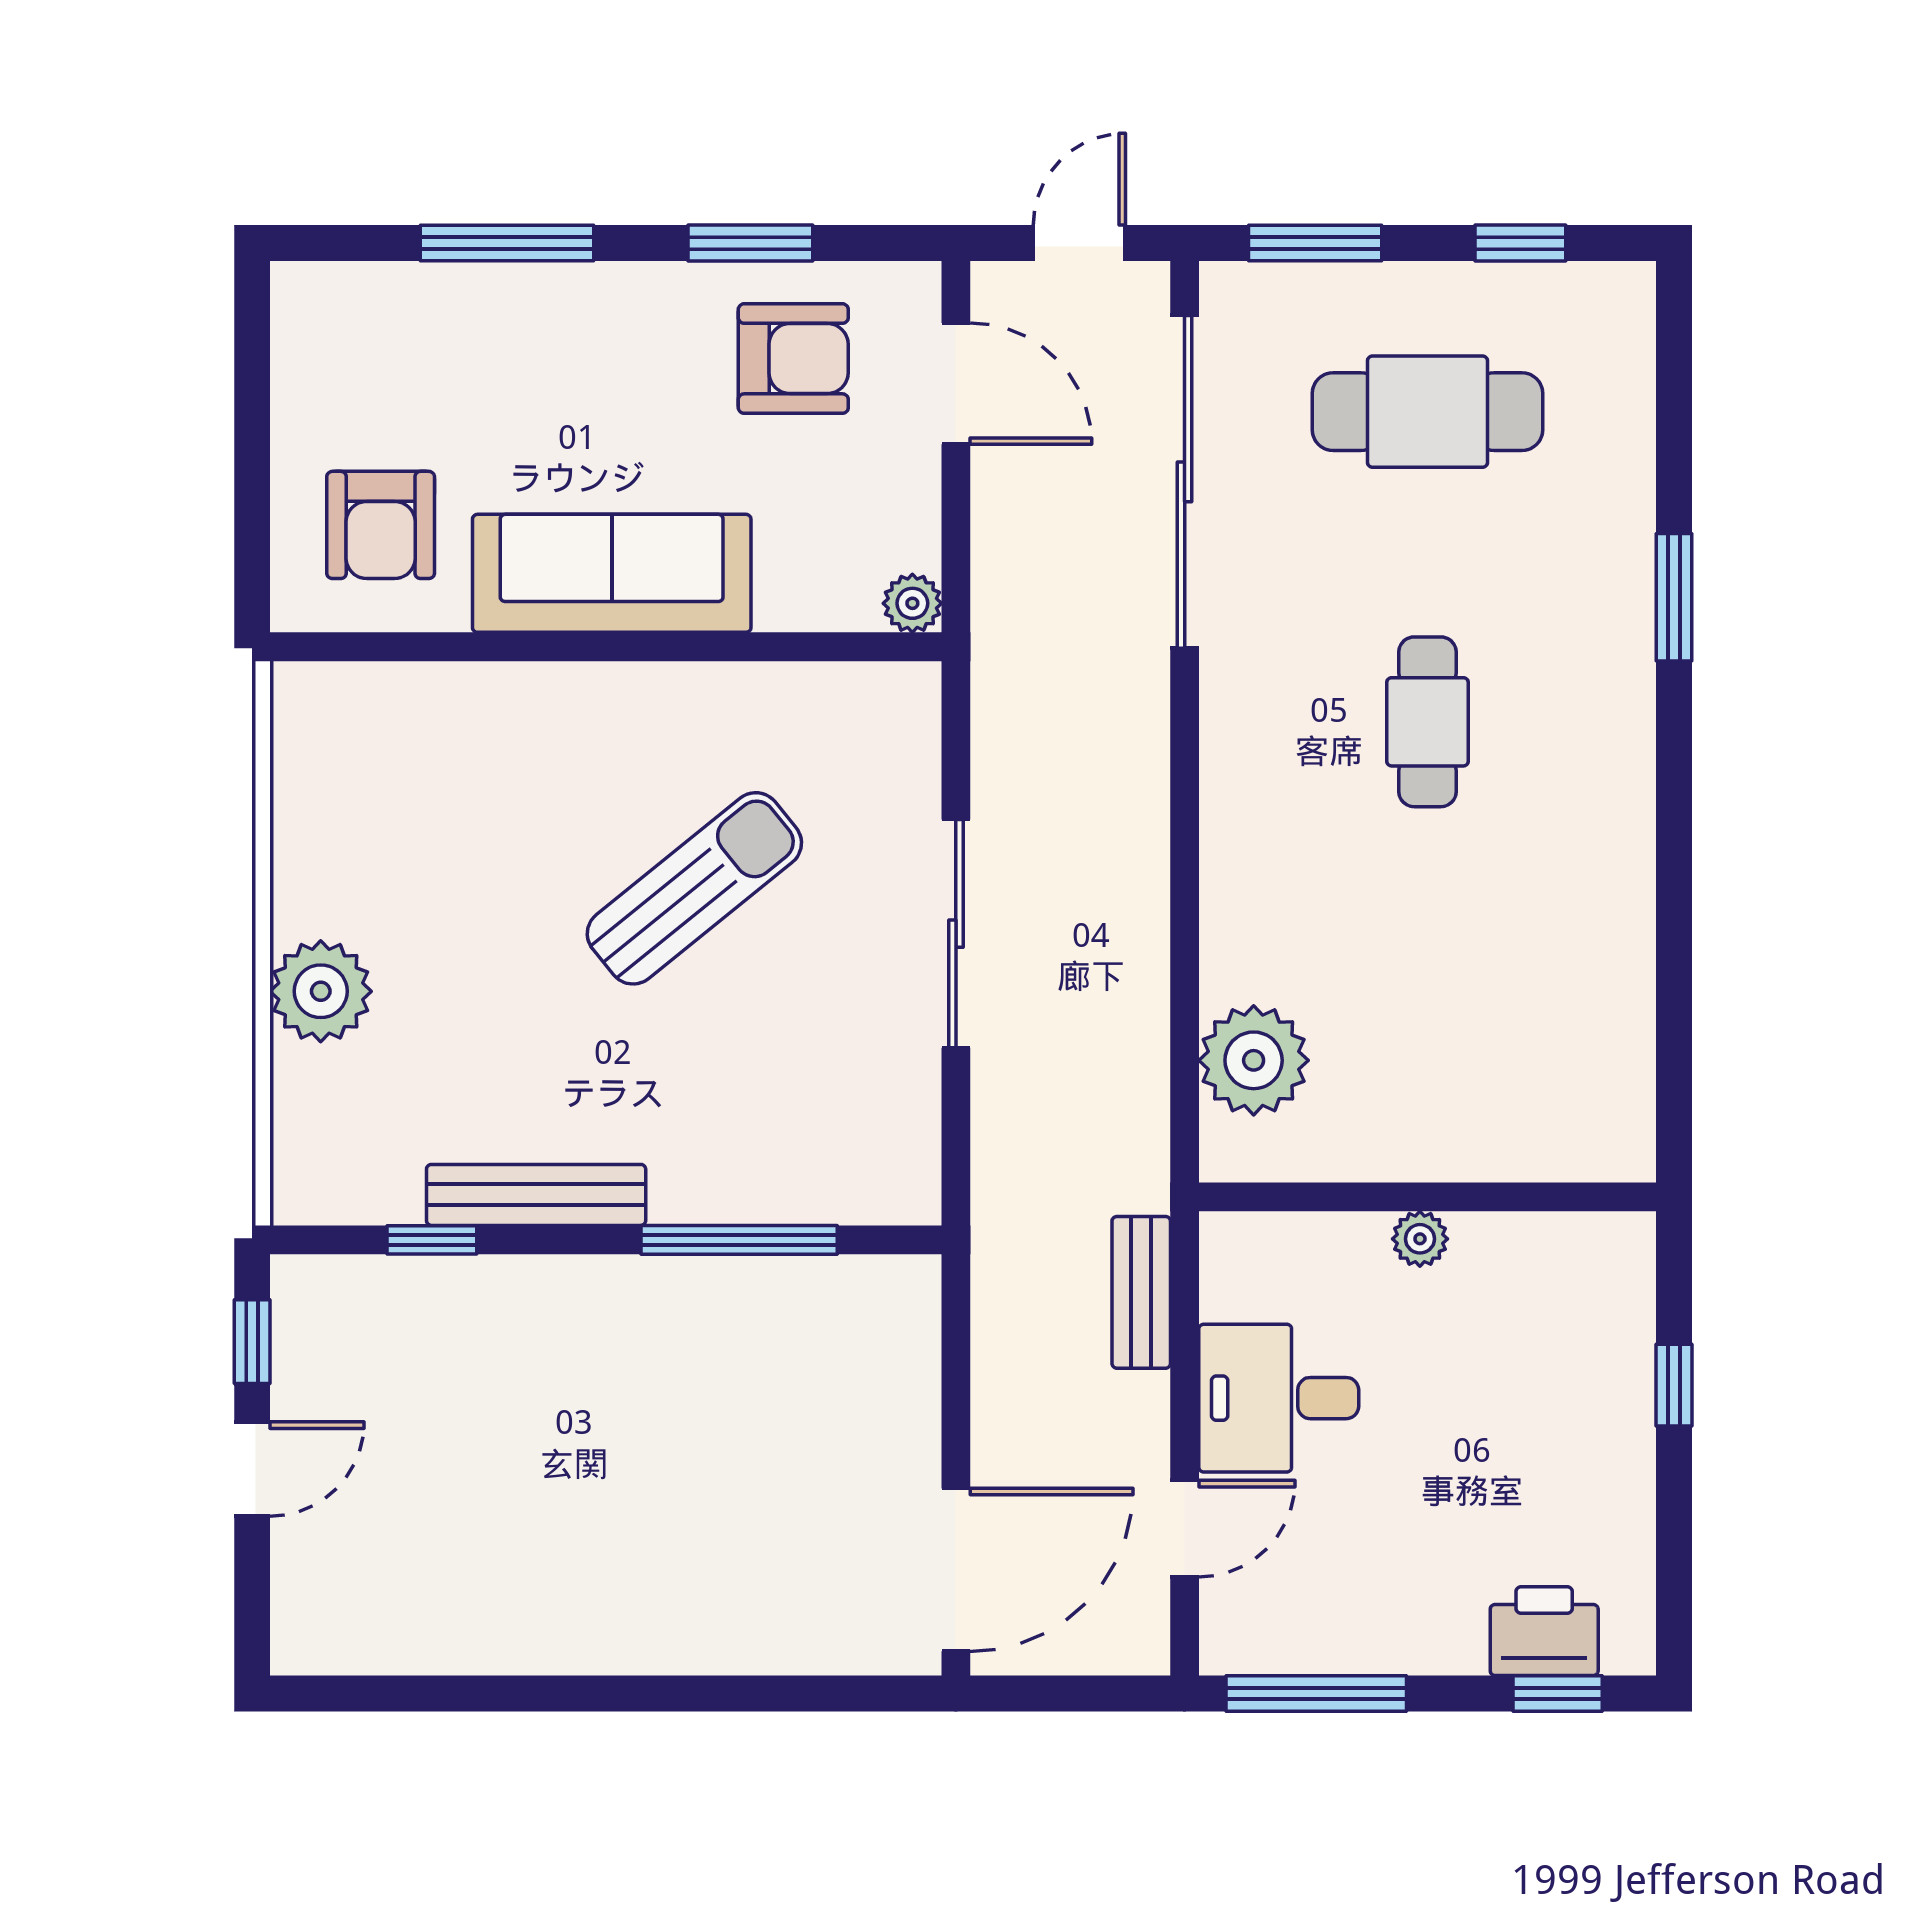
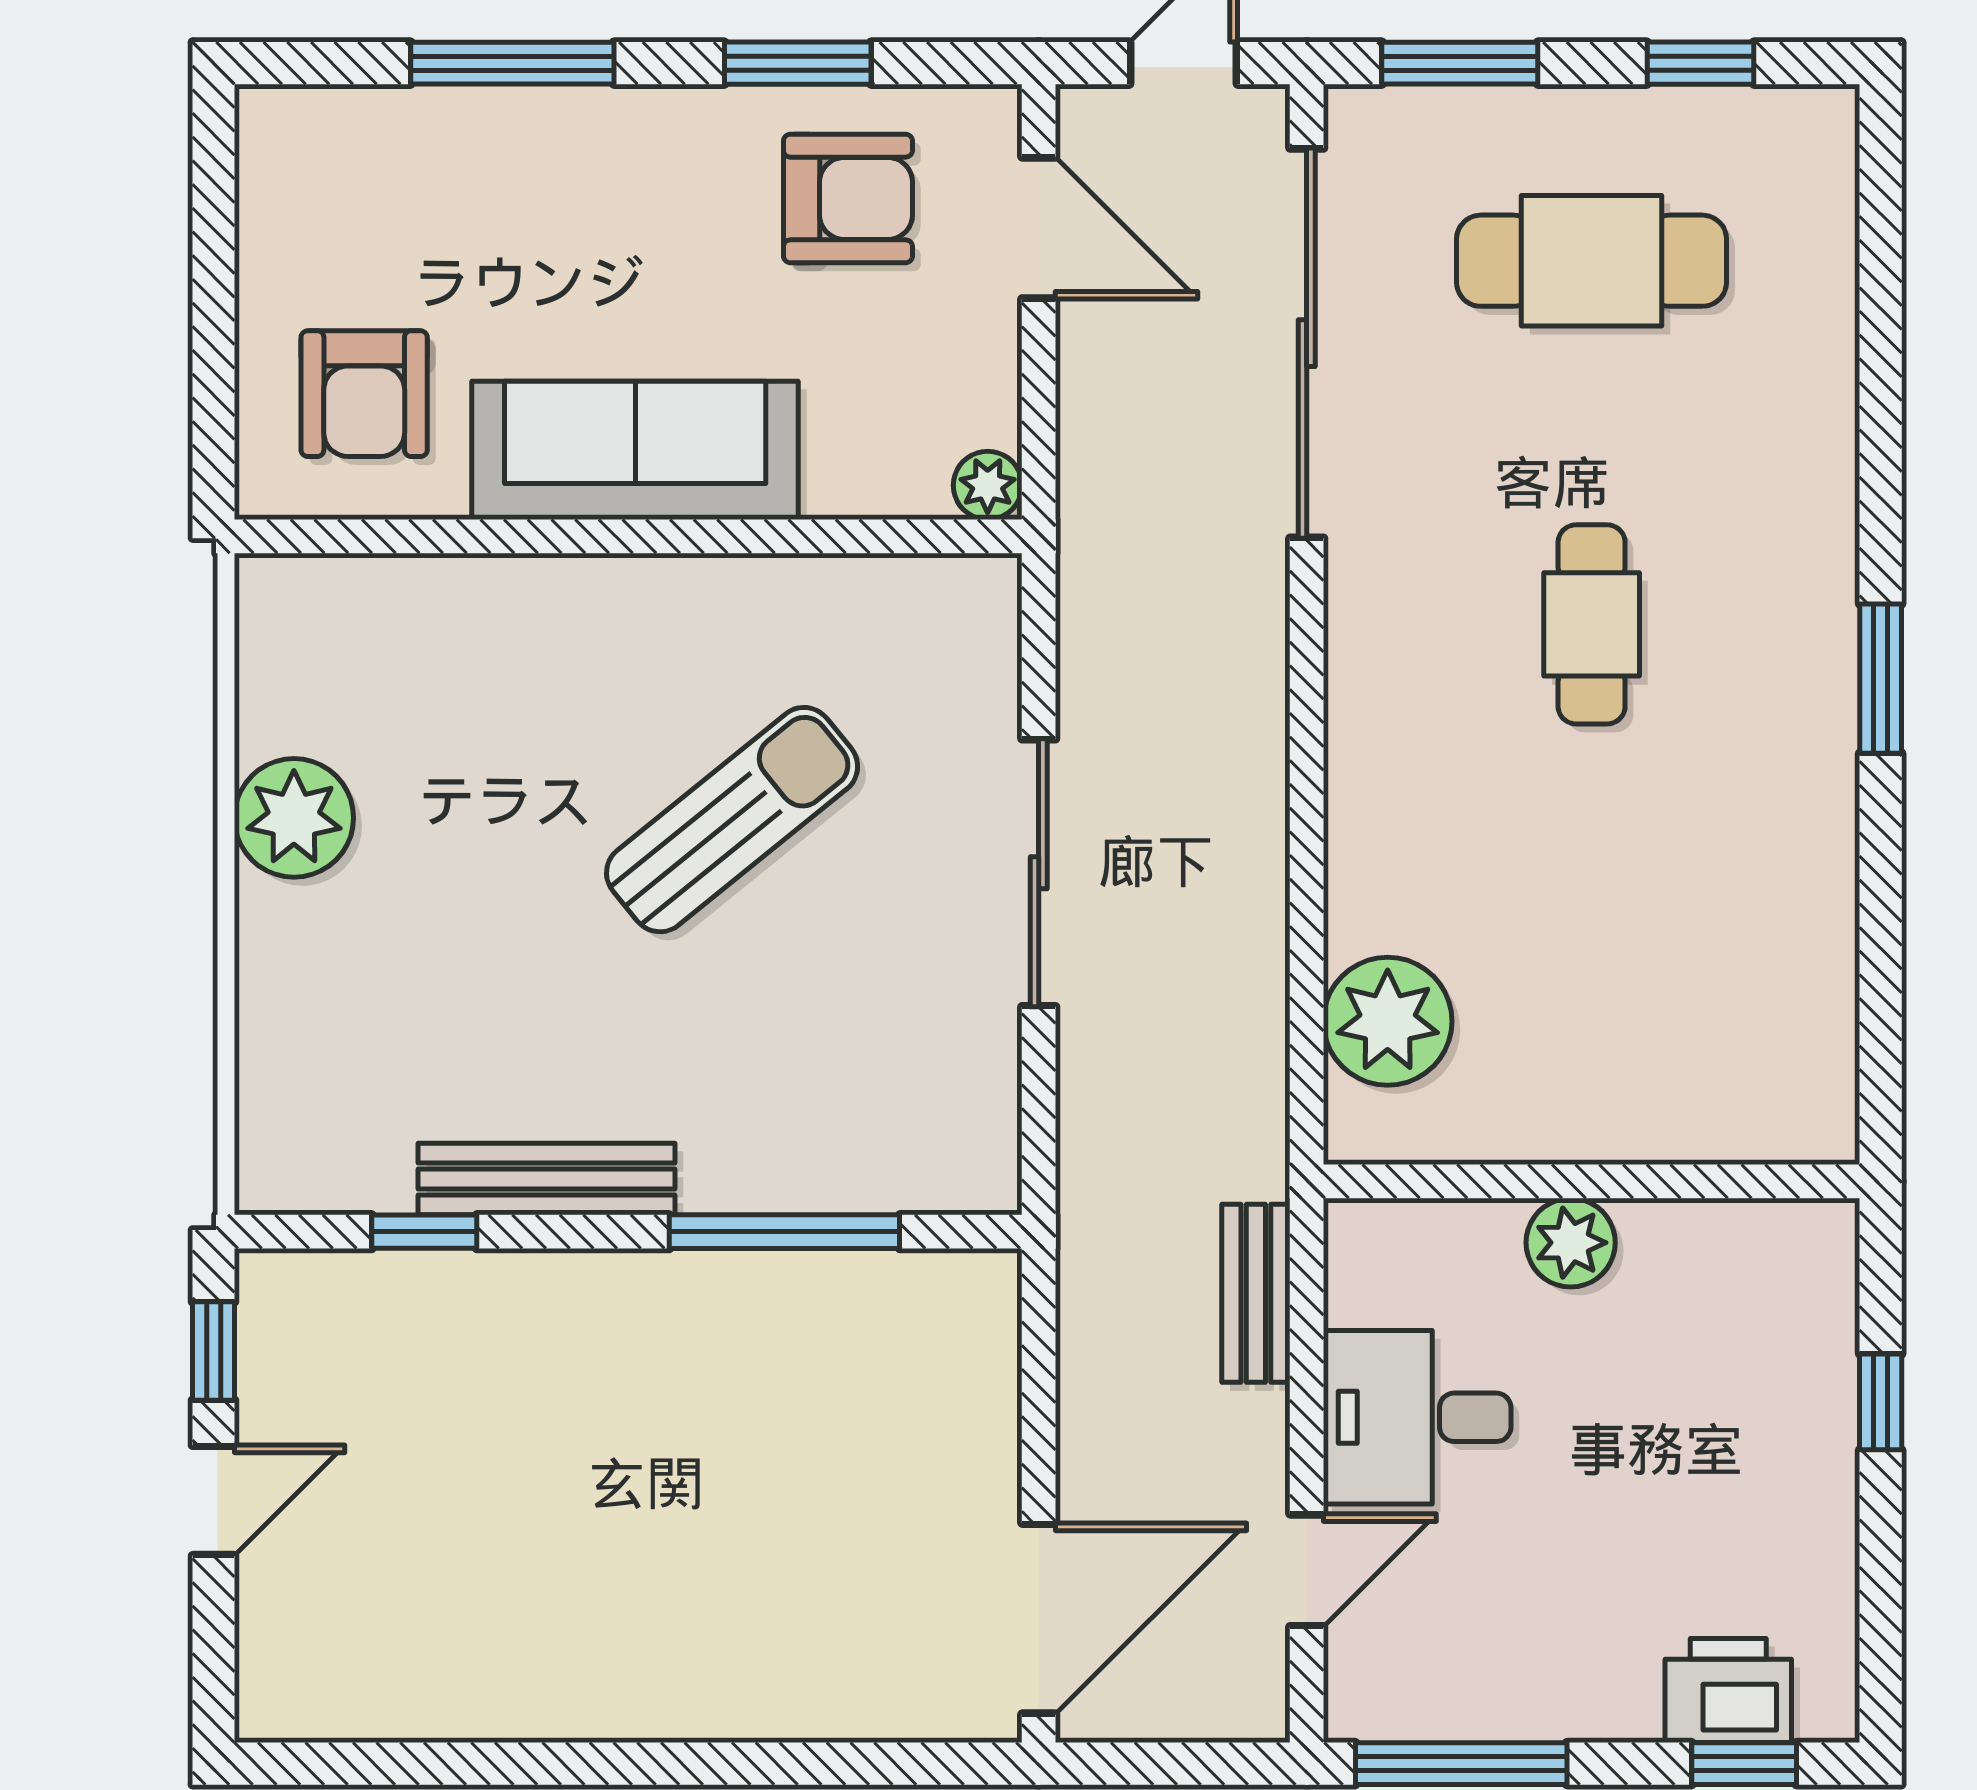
window: (1674, 597) -> (1881, 679), moved
plant: (321, 991) -> (294, 818), moved
plant: (1420, 1239) -> (1571, 1243), width x1.38, depth x1.38

